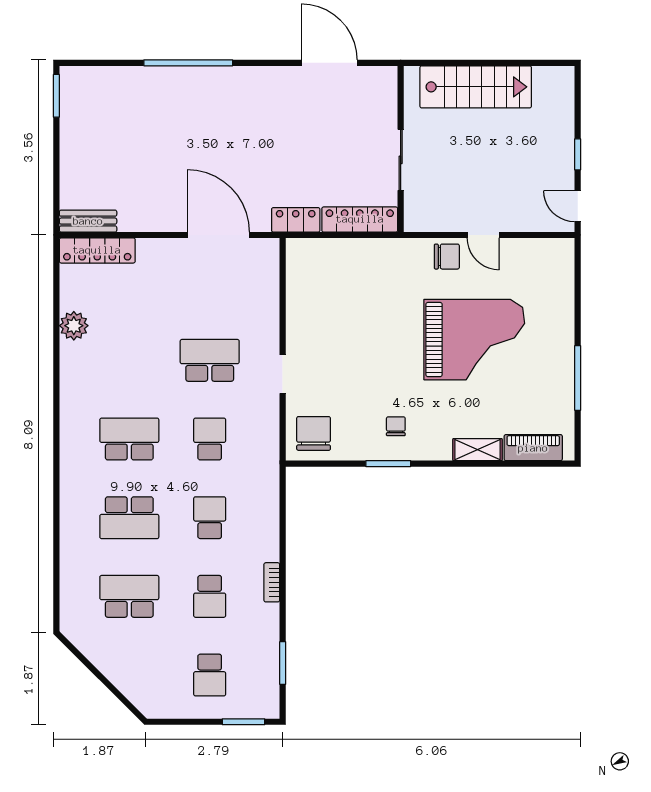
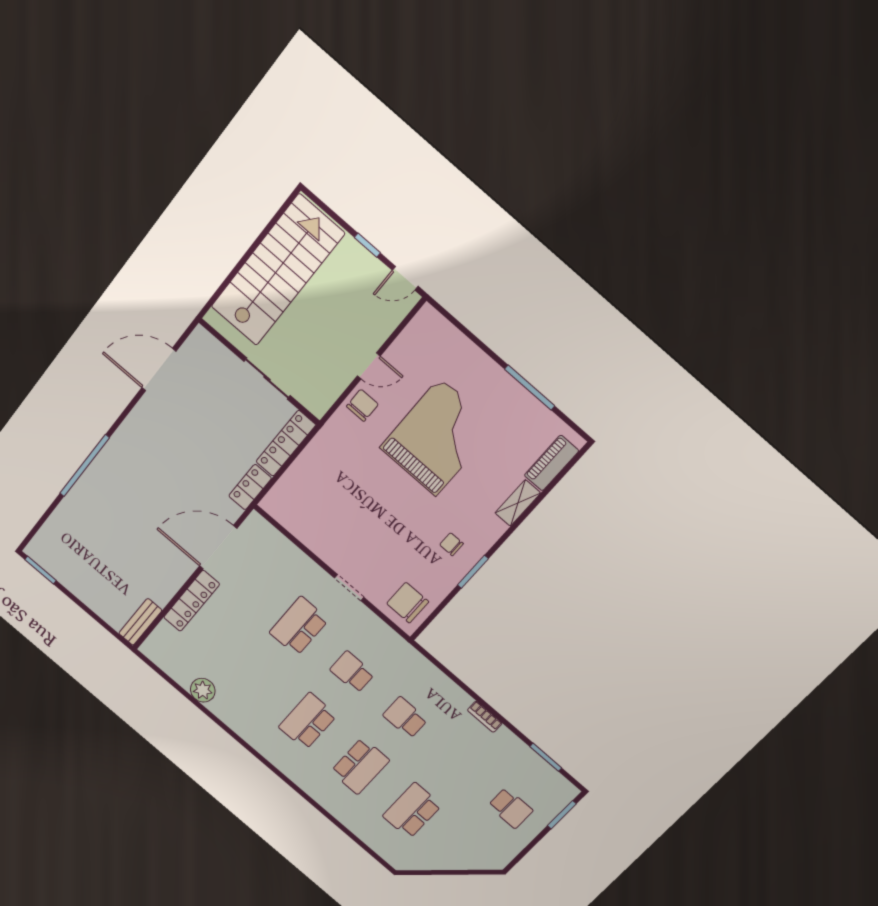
stairs: (476, 87) -> (277, 270), width x1.36, depth x1.51
locker: (97, 250) -> (192, 601), moved
school desk: (210, 596) -> (458, 763), removed

